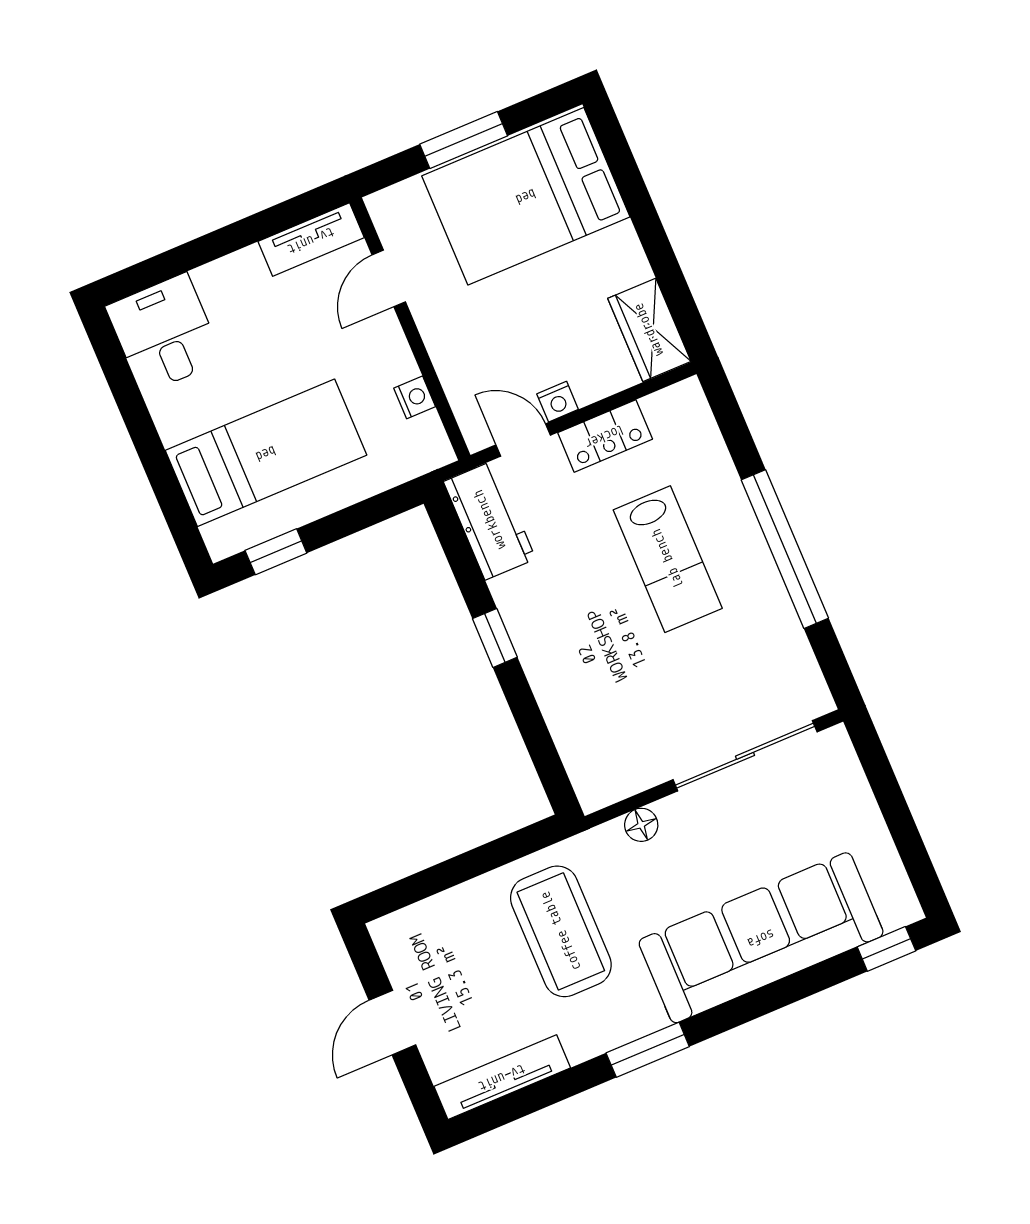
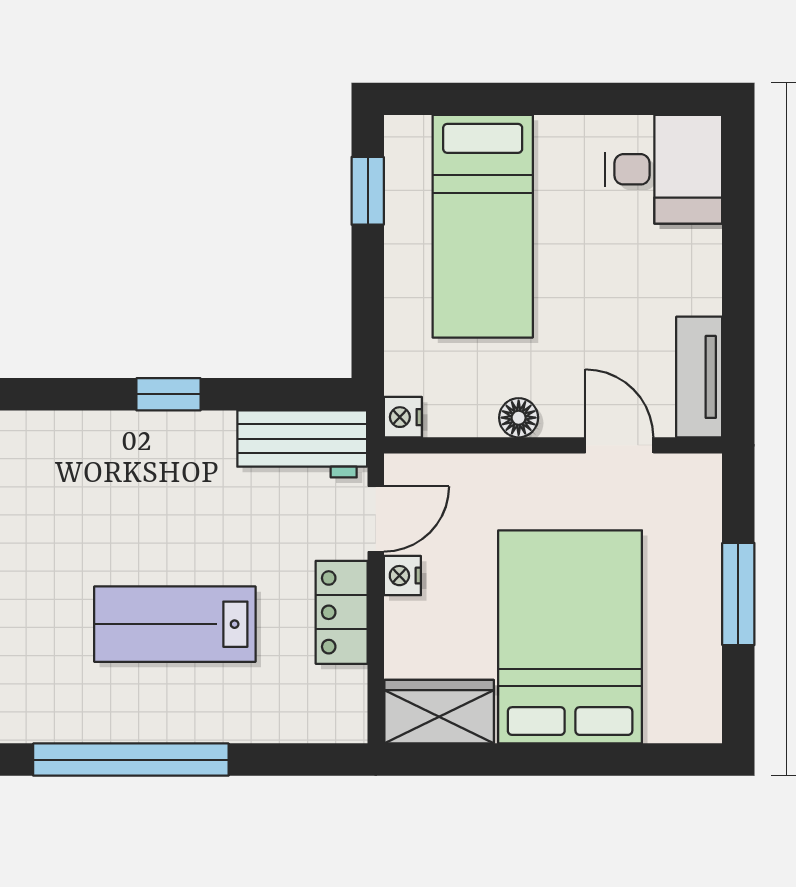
bed: (526, 196) -> (570, 637), moved
floor lamp: (400, 364) -> (519, 418), added
nightstand: (415, 397) -> (403, 417), moved, turned 90

